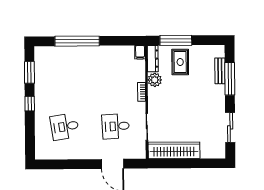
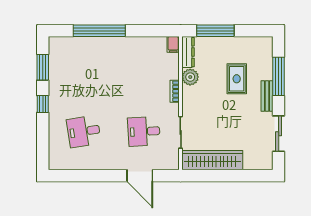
rug: (180, 62) -> (237, 79), moved
bench: (220, 71) -> (267, 96), moved

